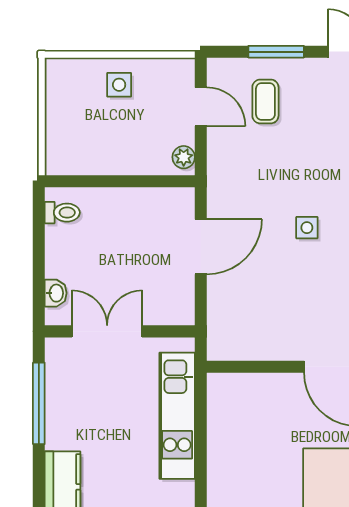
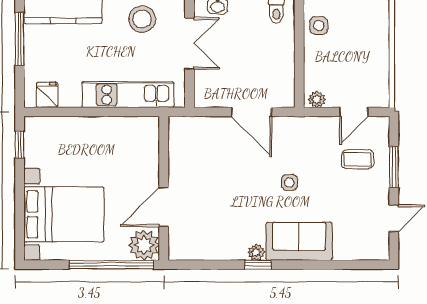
side table: (119, 85) -> (319, 25), moved
side table: (307, 228) -> (289, 182), moved
stool: (74, 396) -> (142, 19), added

